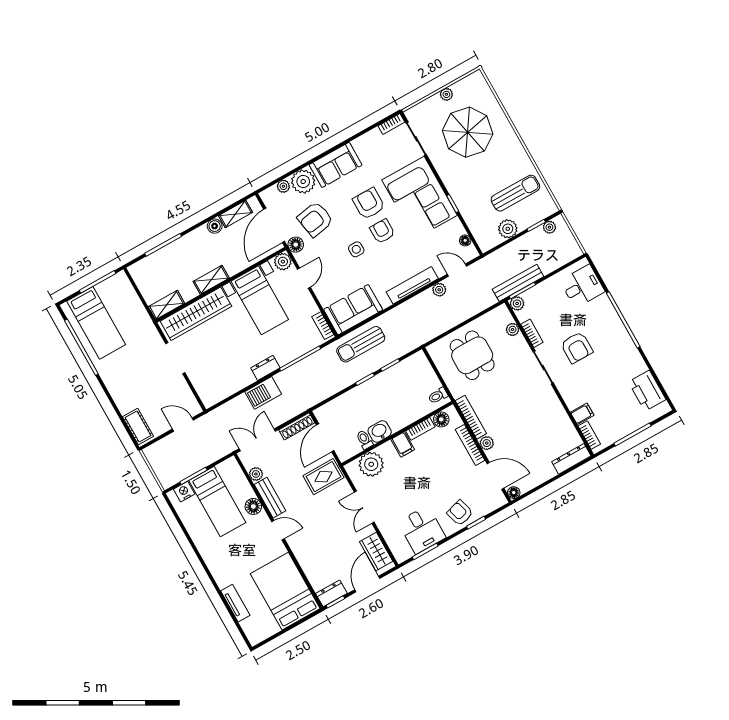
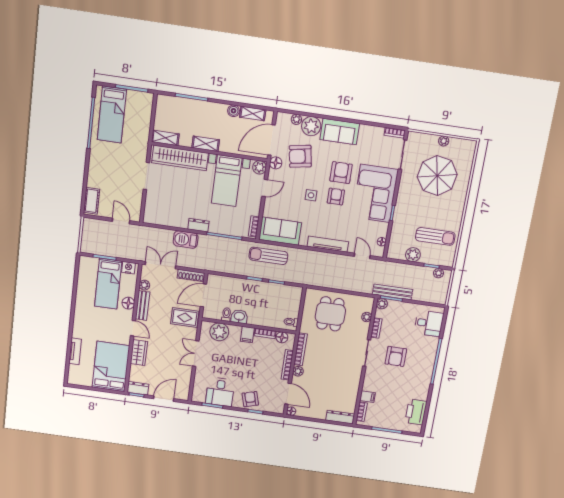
plant: (439, 290) -> (342, 259), removed
nightstand: (184, 492) -> (128, 268), moved
wardrobe: (376, 551) -> (139, 353), moved, turned 180

